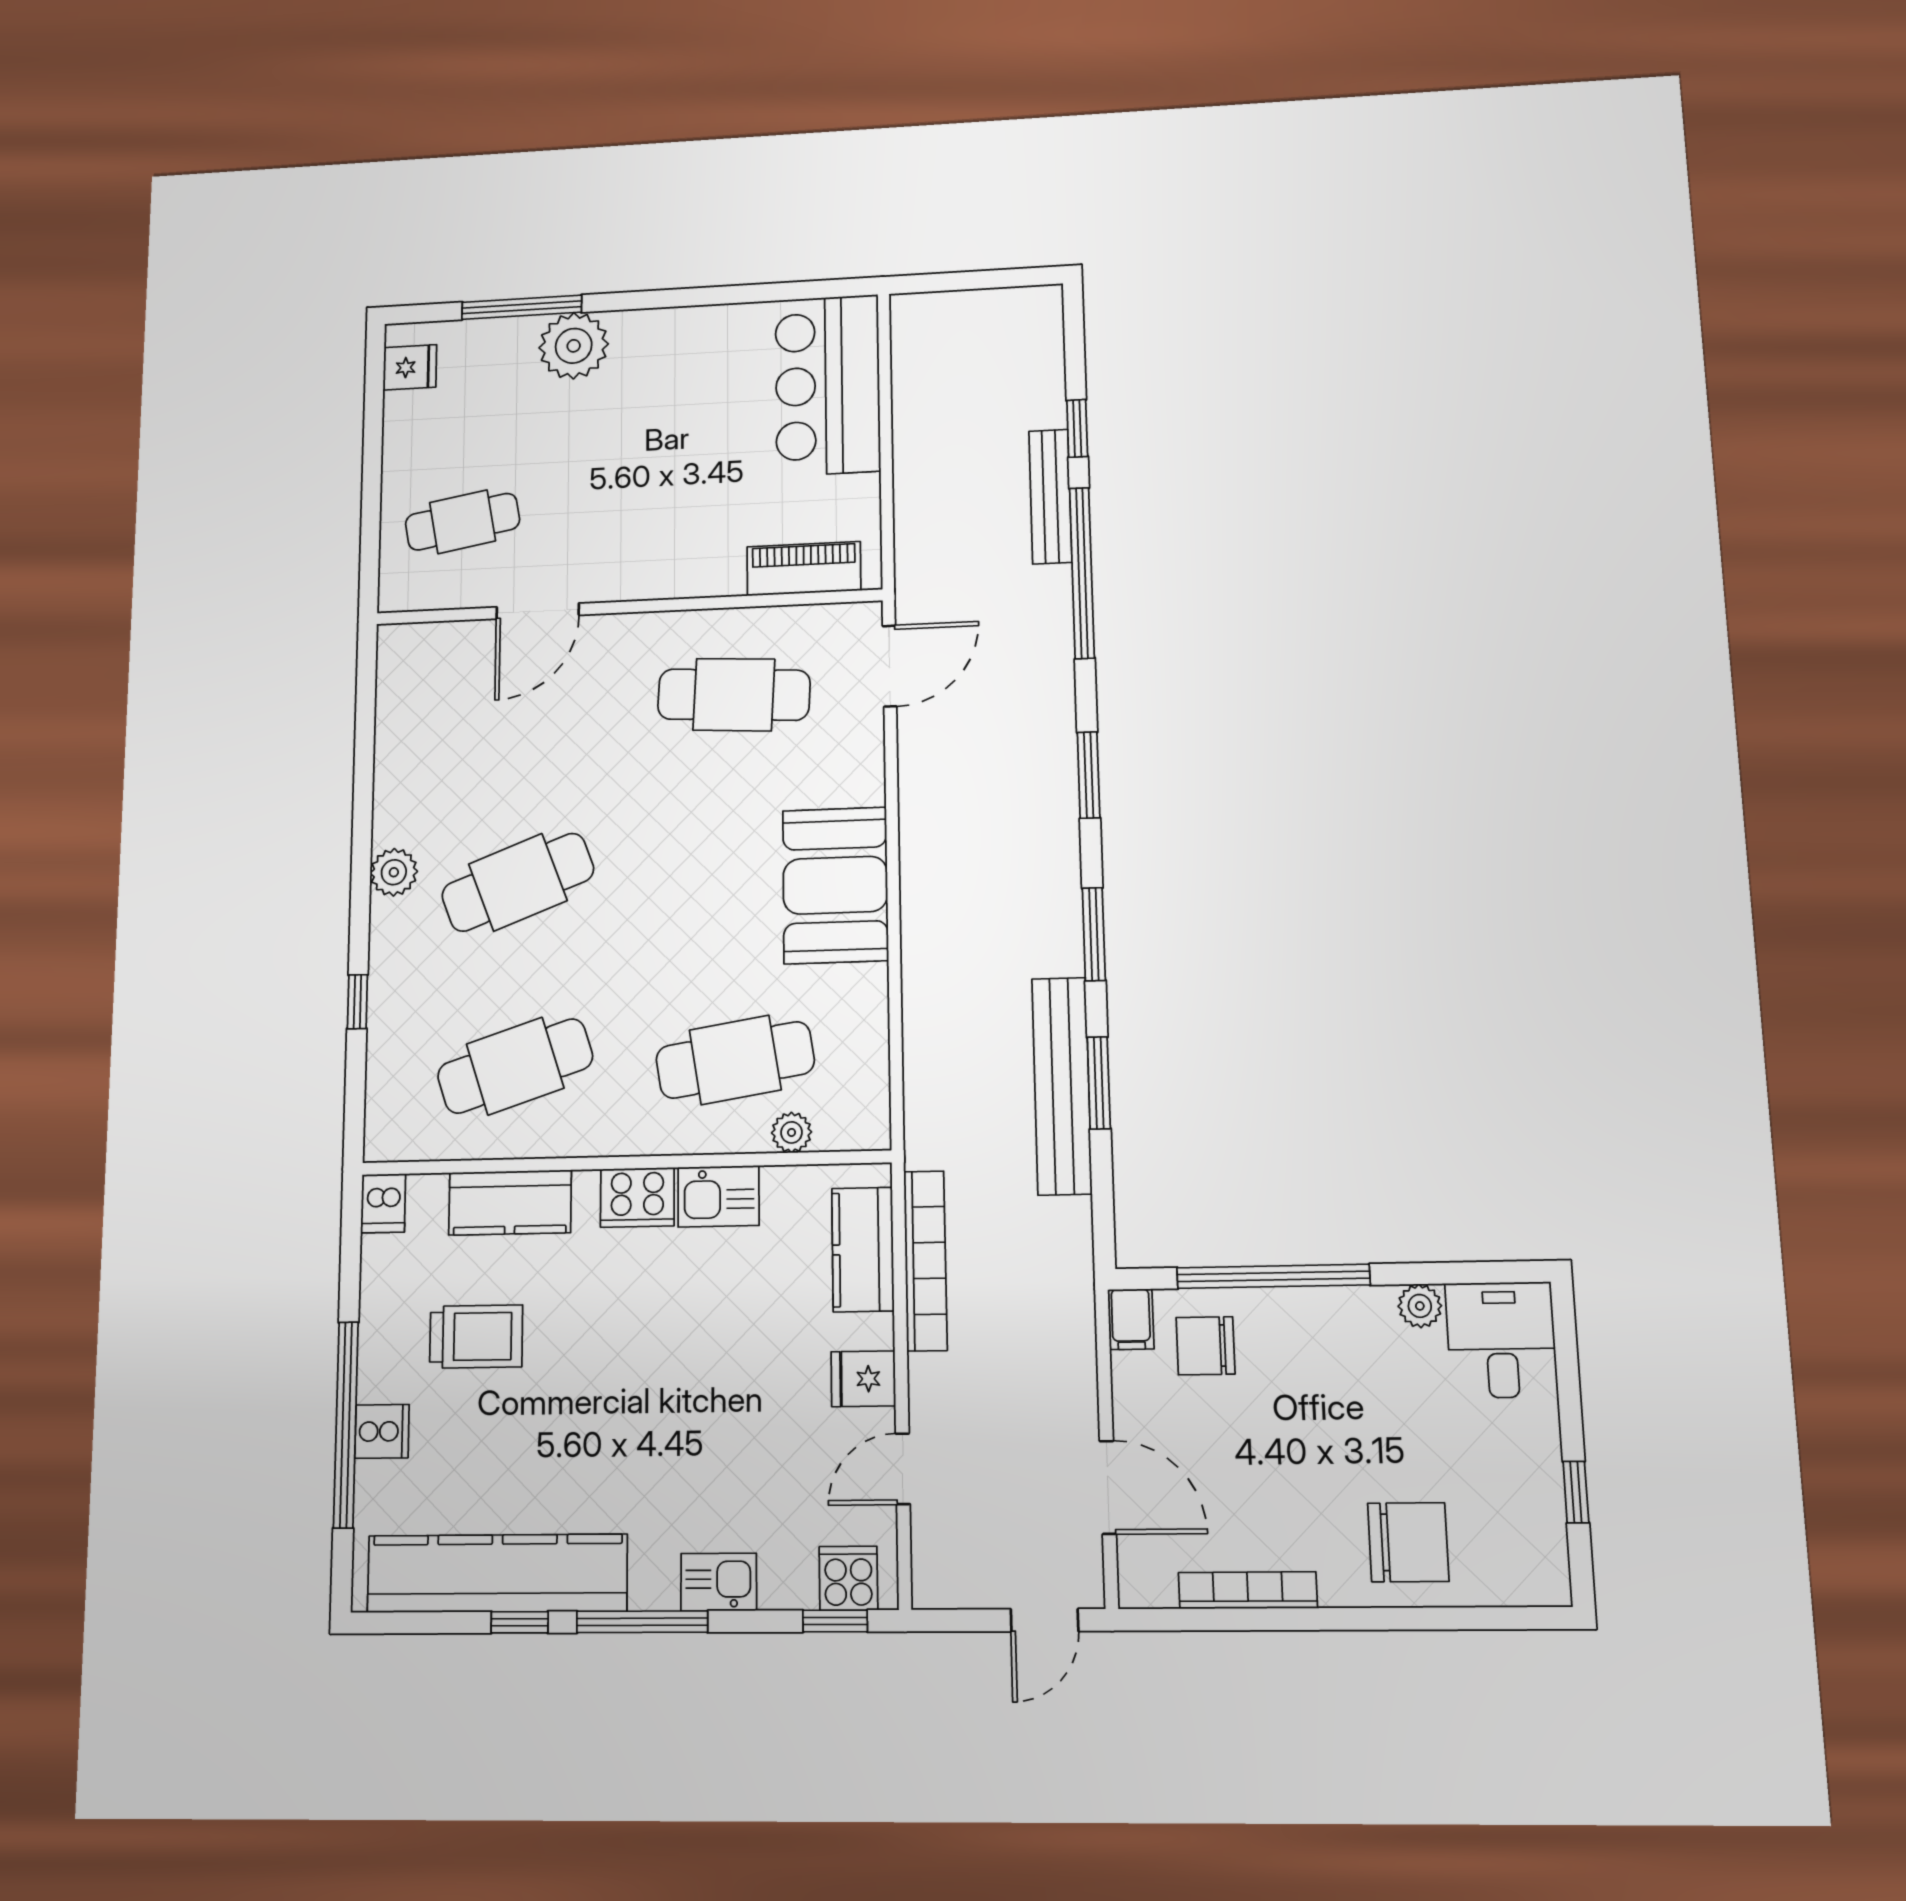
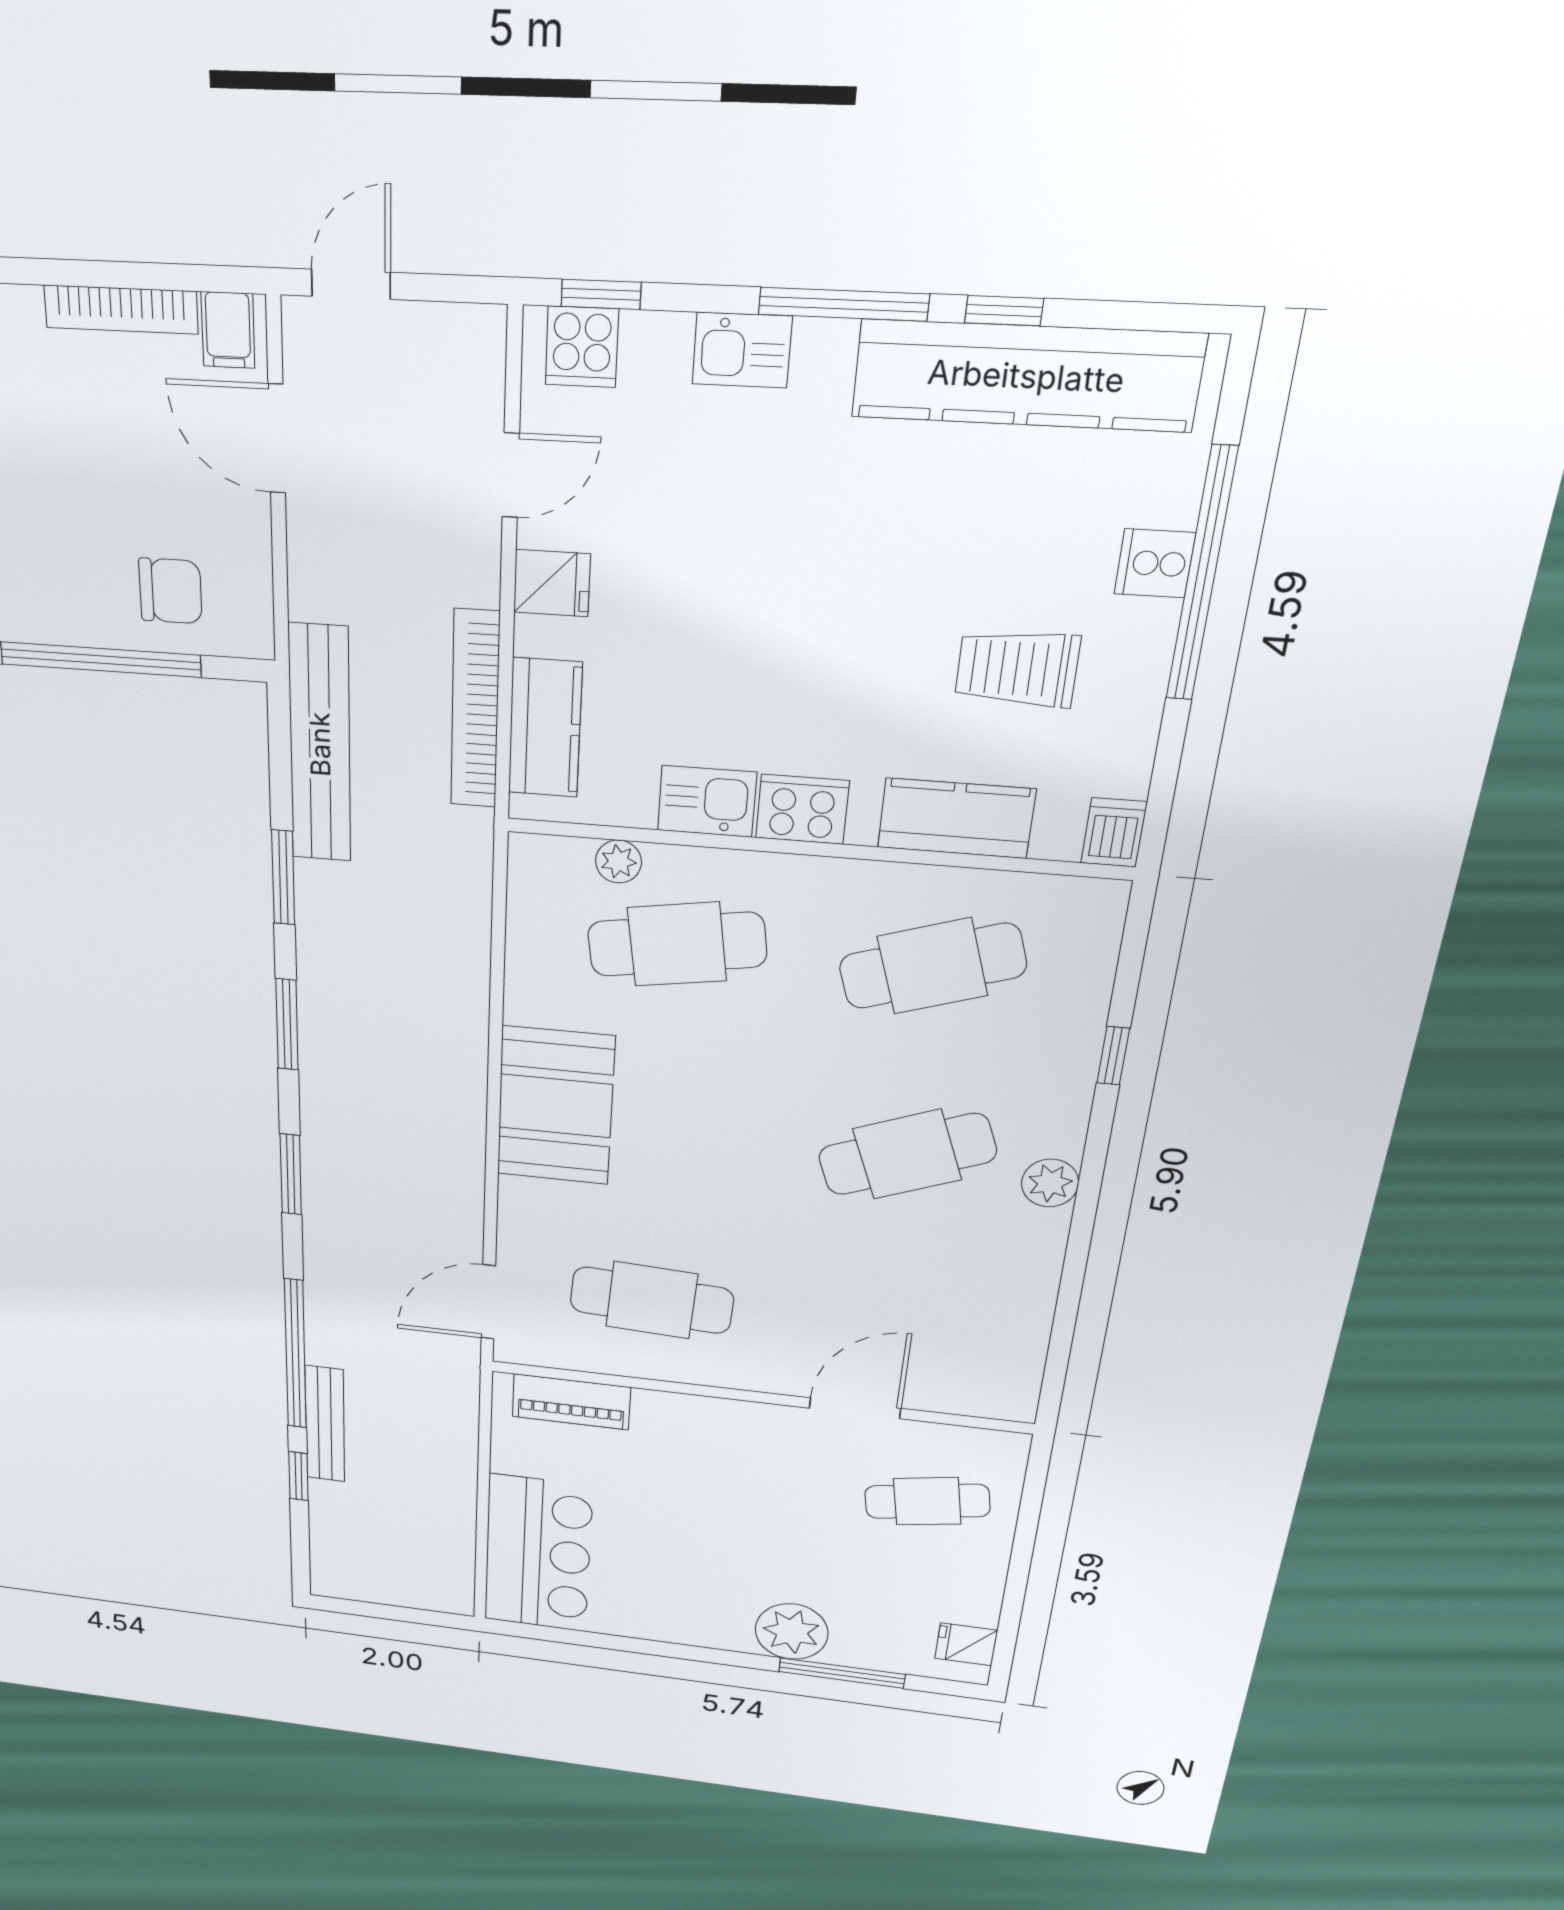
bench: (1062, 1086) -> (320, 744), moved
filing cabinet: (1131, 1319) -> (228, 330), moved, turned 180

